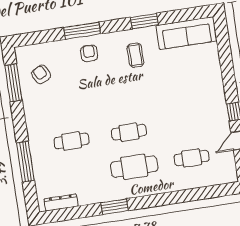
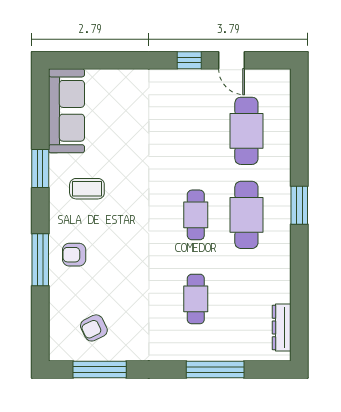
cafe table: (192, 158) -> (246, 131), width x1.37, depth x1.35
window: (115, 207) -> (299, 205), moved

